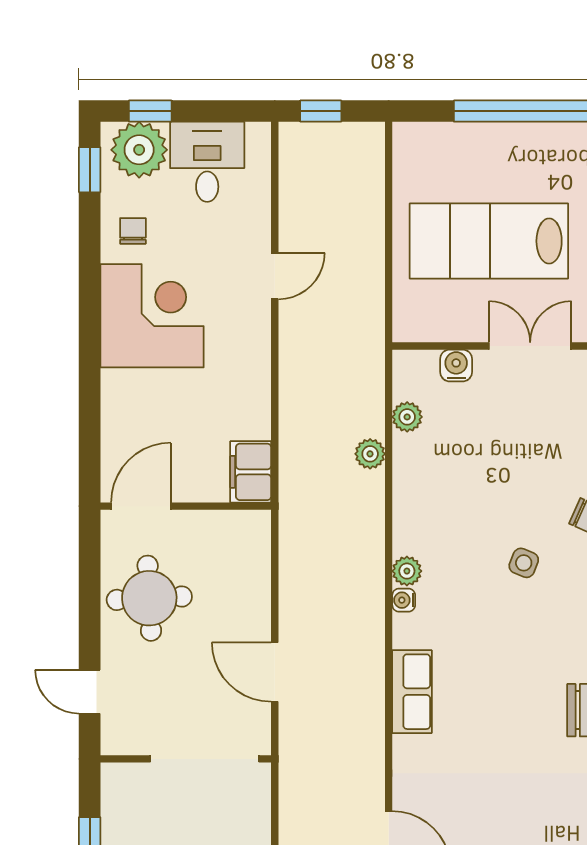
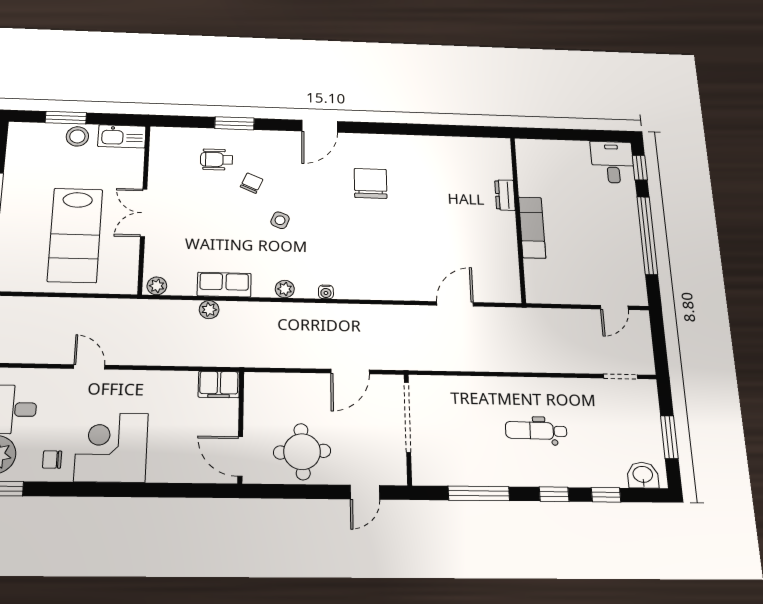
water cooler: (456, 365) -> (154, 256), removed
plant: (407, 417) -> (157, 286), moved
water cooler: (404, 600) -> (326, 292), moved
row of seats: (412, 692) -> (224, 285), moved

